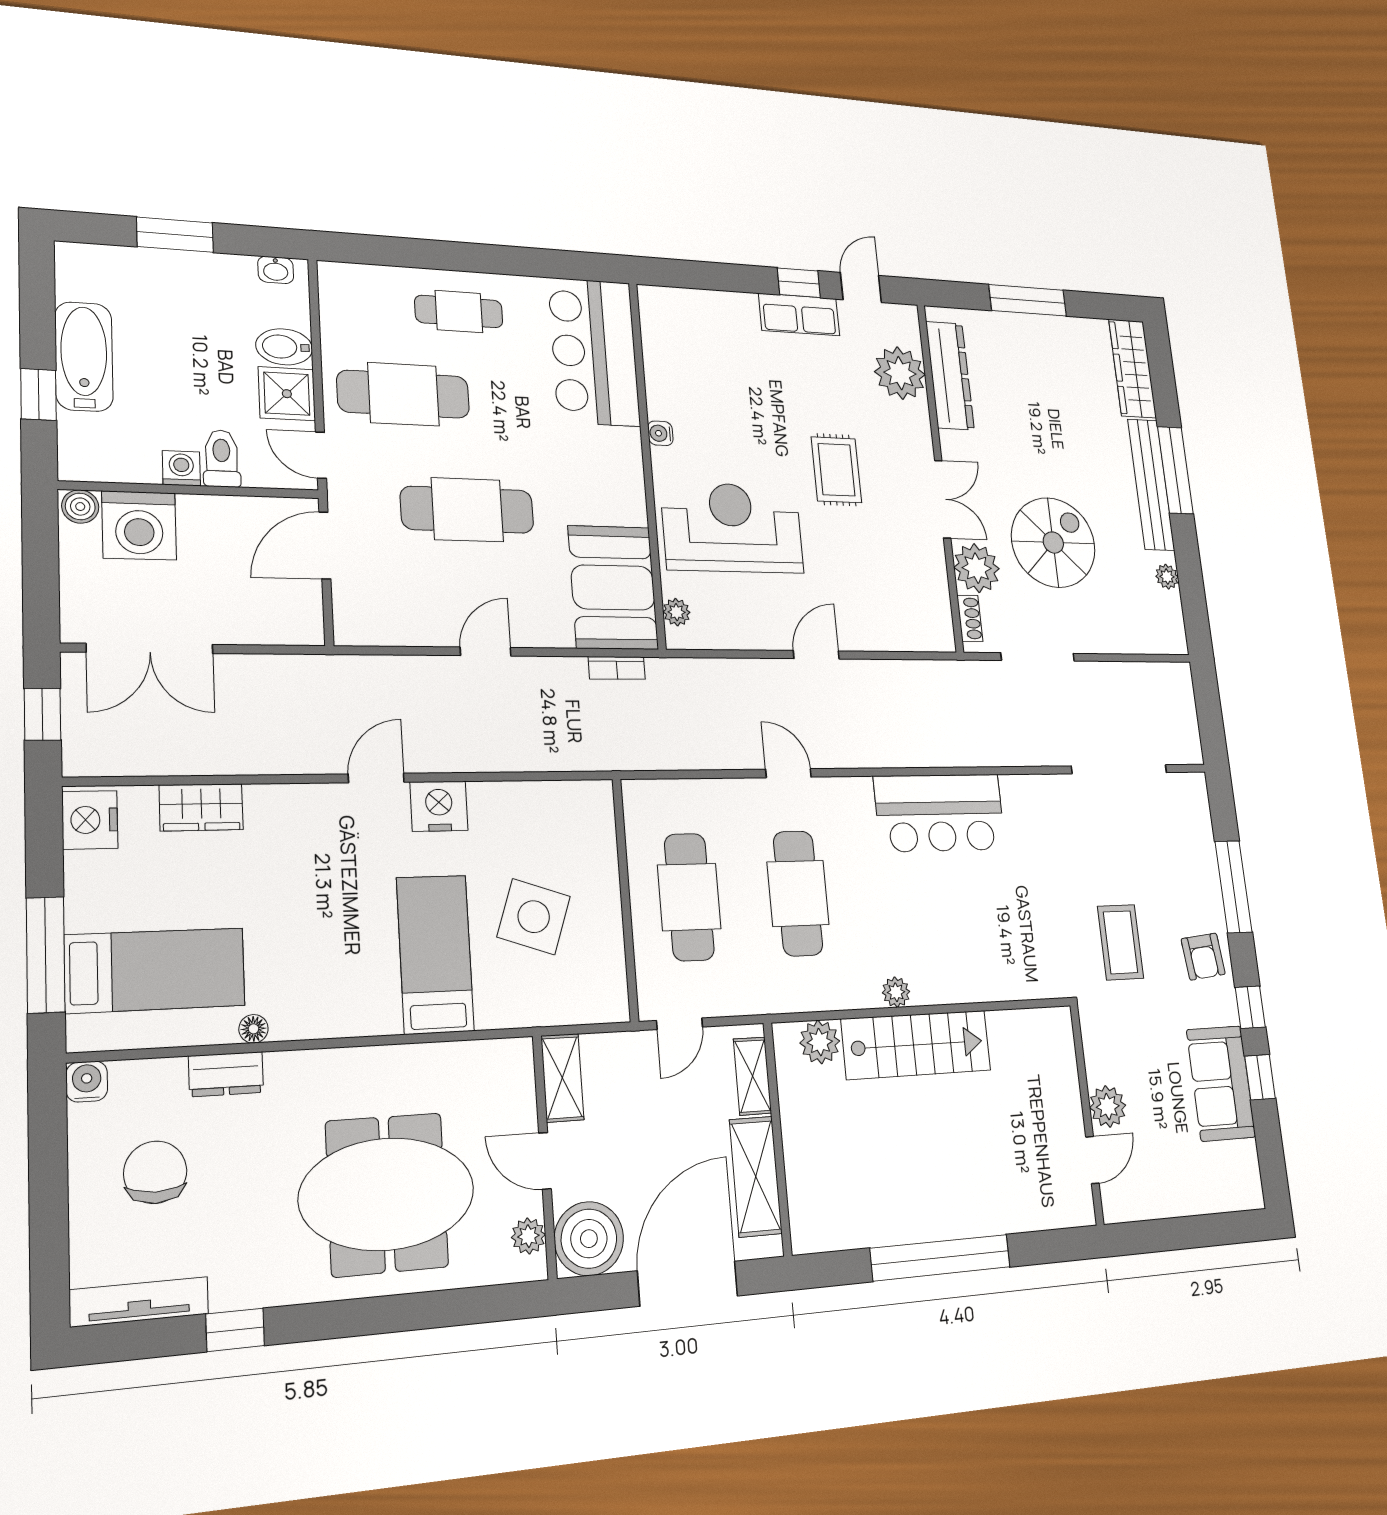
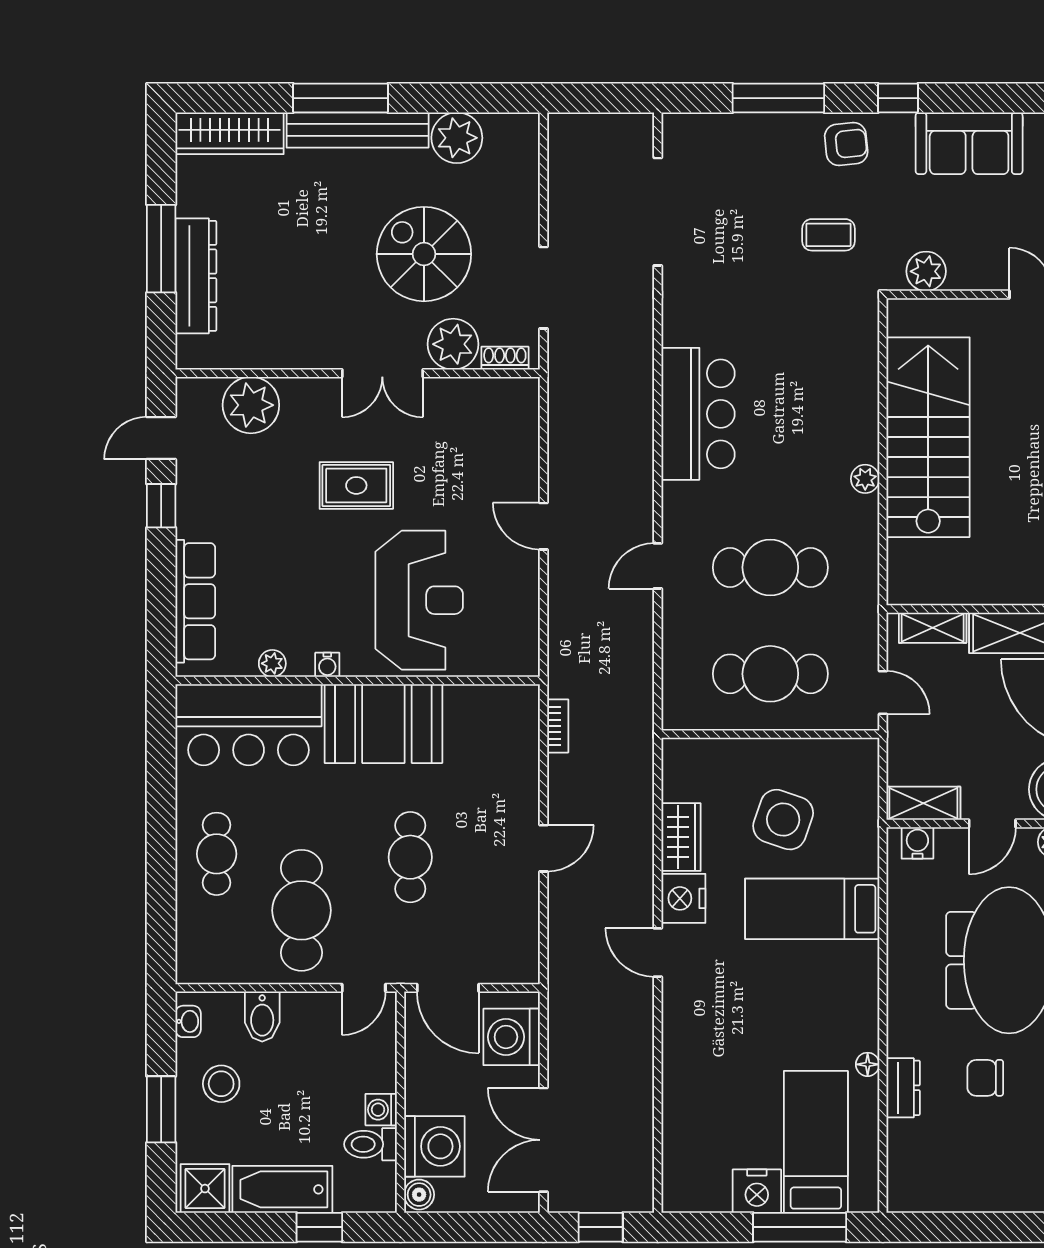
door: (861, 287) -> (161, 438), hinge flipped
stool: (206, 299) -> (221, 1084), added
row of seats: (799, 315) -> (195, 601), moved, width x1.48
dresser: (950, 376) -> (196, 276), moved, turned 90
shower: (287, 394) -> (205, 1189), moved
toilet: (222, 458) -> (371, 1144), moved
double door: (943, 499) -> (382, 373), swing flipped
cafe table: (467, 510) -> (410, 857), width x0.73, depth x0.74
reception desk: (732, 528) -> (419, 600), turned 180
plant: (1167, 577) -> (457, 138), width x1.88, depth x1.88
booth: (613, 587) -> (383, 724), moved
plant: (677, 612) -> (272, 663), moved
washing machine: (271, 614) -> (512, 1037), added
double door: (150, 648) -> (543, 1140), swing flipped
door: (486, 652) -> (543, 848), swing flipped
wardrobe: (201, 807) -> (681, 837), moved
nightstand: (90, 820) -> (757, 1191), moved
coffee table: (1121, 942) -> (829, 235), width x0.73, depth x0.77
plant: (820, 1042) -> (906, 560), removed
stairs: (916, 1045) -> (928, 437), width x1.36, depth x1.51
window: (1260, 1077) -> (966, 98), removed
water cooler: (87, 1082) -> (917, 843), moved, turned 90
plant: (1108, 1107) -> (926, 271), moved
chair: (155, 1172) -> (985, 1078), moved, width x0.73, depth x0.73

